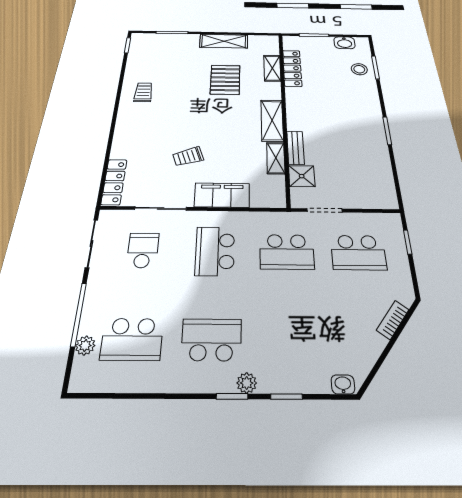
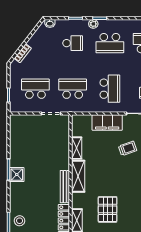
bench: (295, 148) -> (65, 187), moved, width x1.36
shower: (302, 176) -> (17, 175), moved
school desk: (291, 340) -> (73, 43), added

